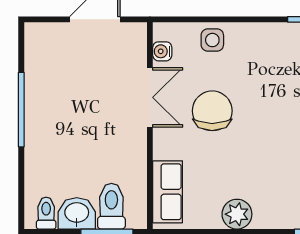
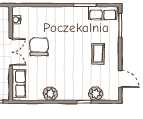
side table: (212, 40) -> (39, 14), removed
double door: (150, 97) -> (11, 52), moved

